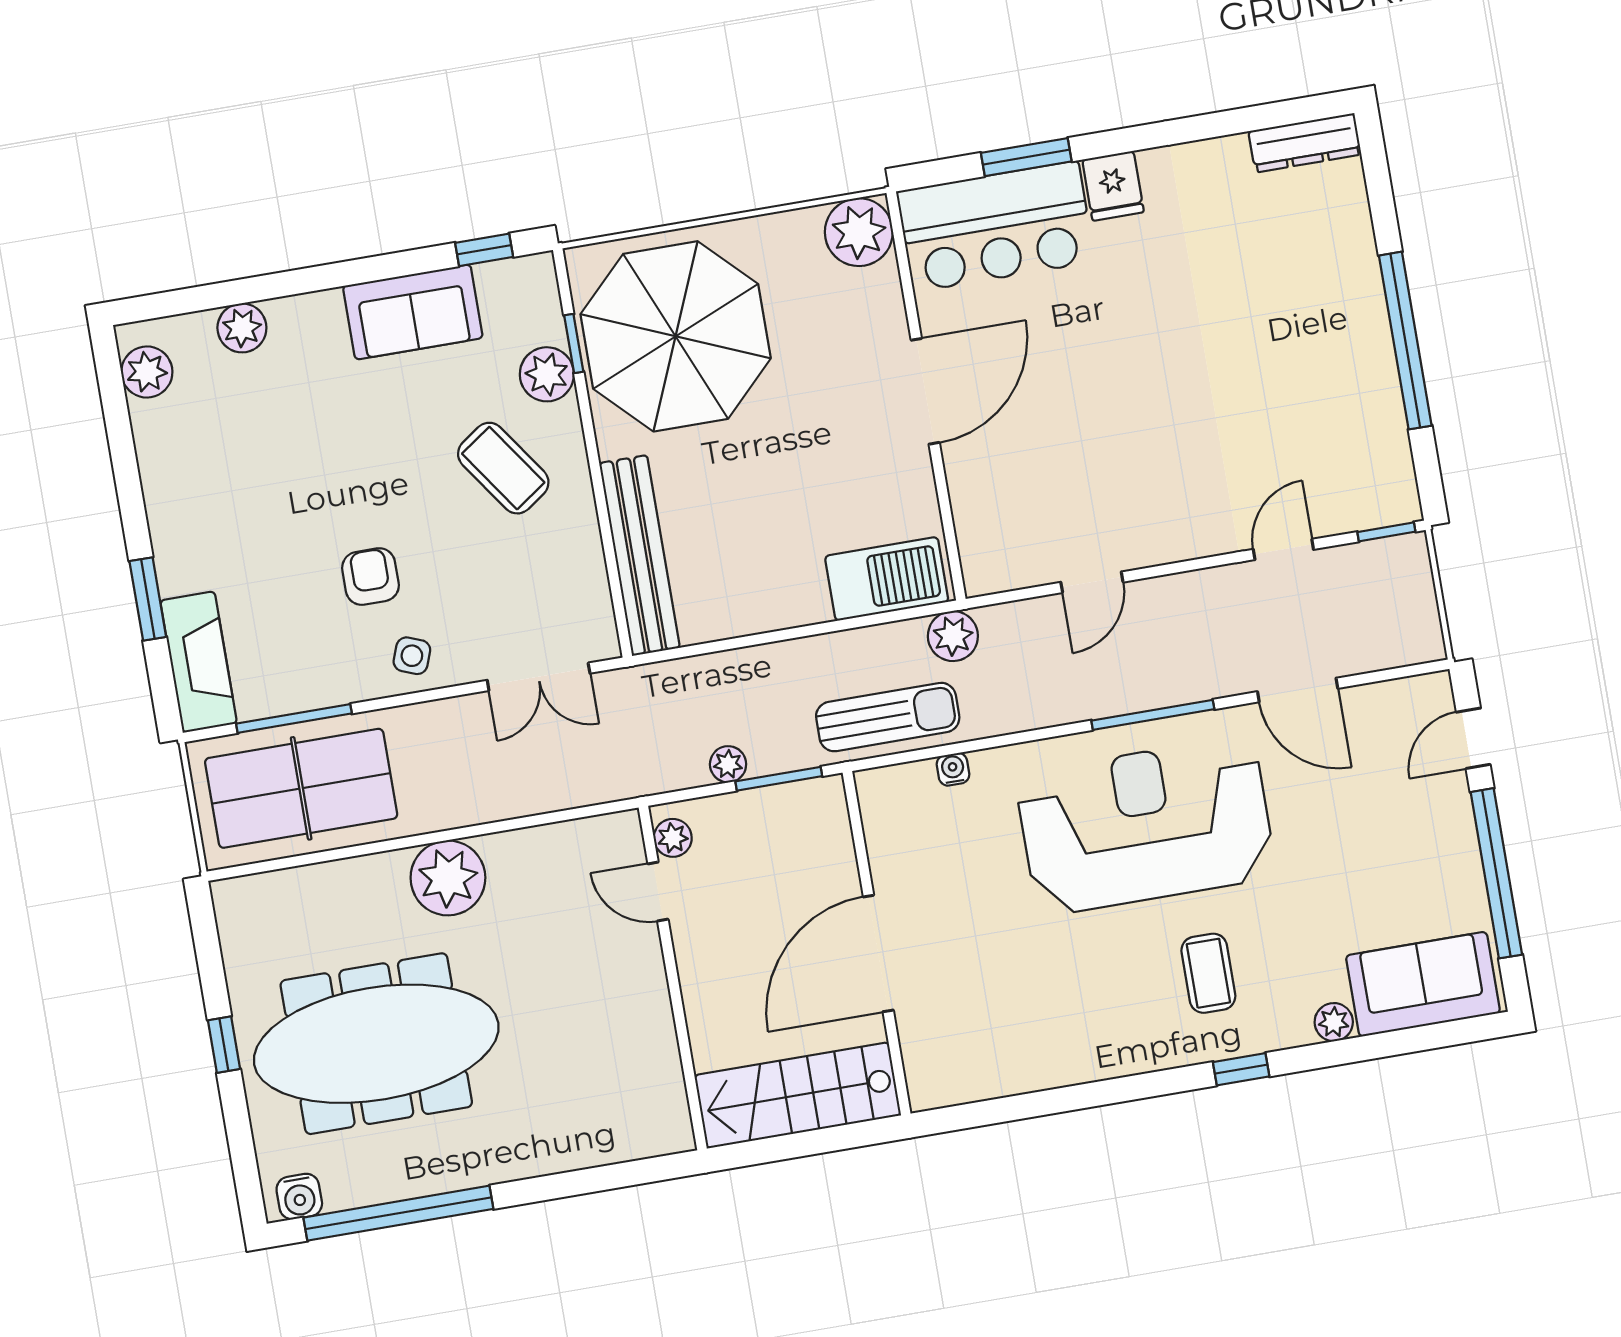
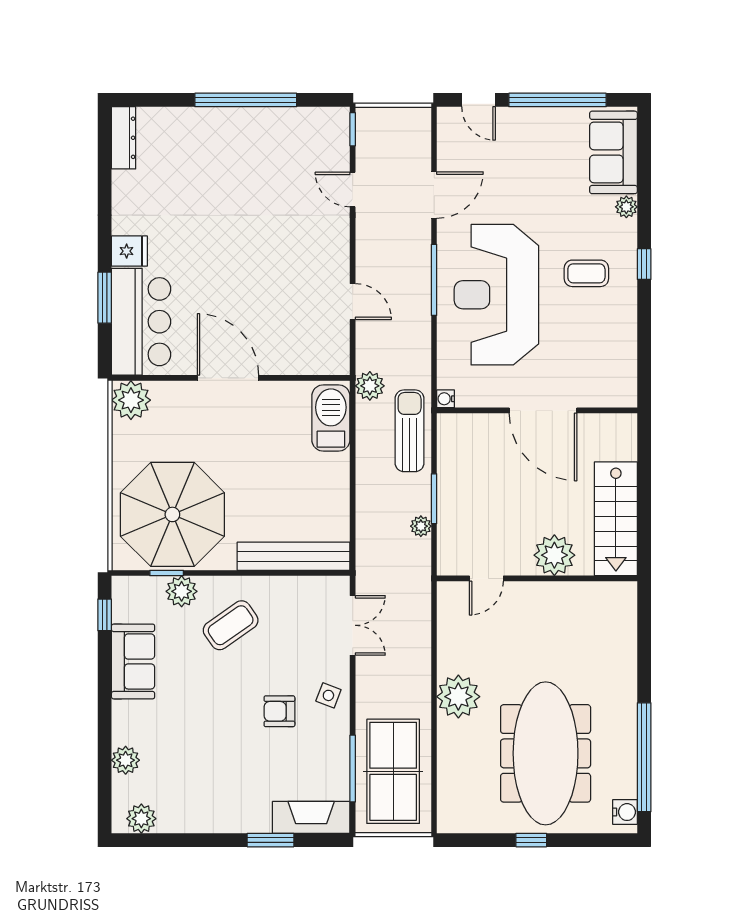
plant: (673, 838) -> (554, 555), moved, width x1.87, depth x1.87
wall: (877, 943) -> (537, 410), moved
door: (878, 953) -> (543, 410), moved

